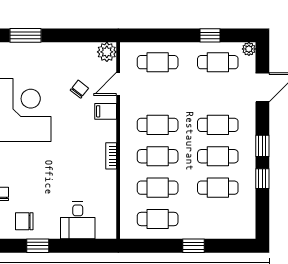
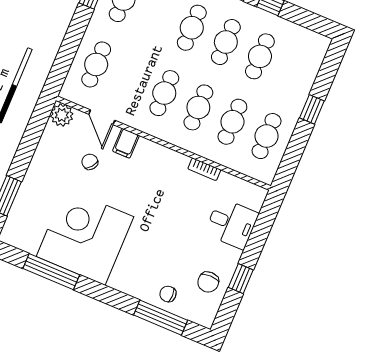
bookcase: (111, 156) -> (204, 169), moved

